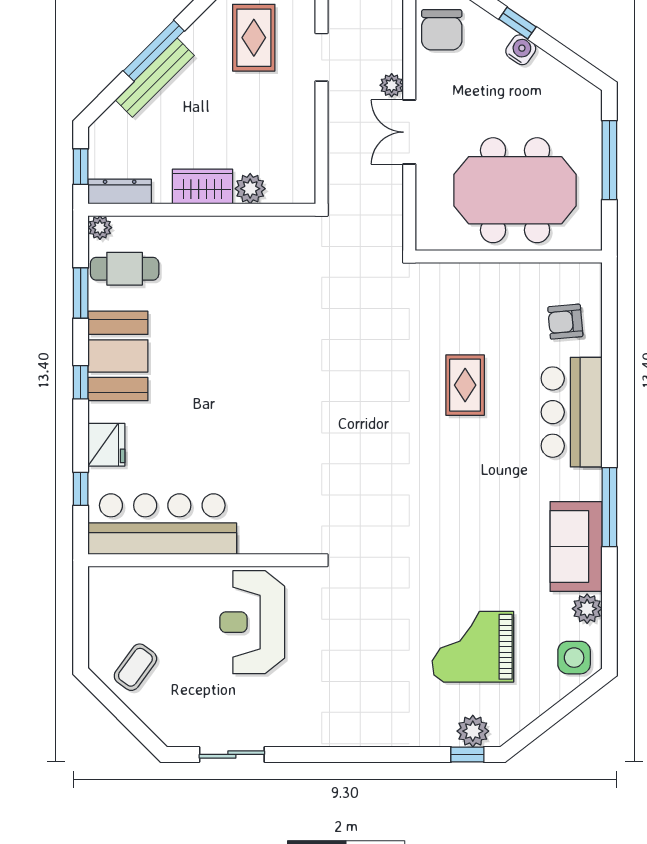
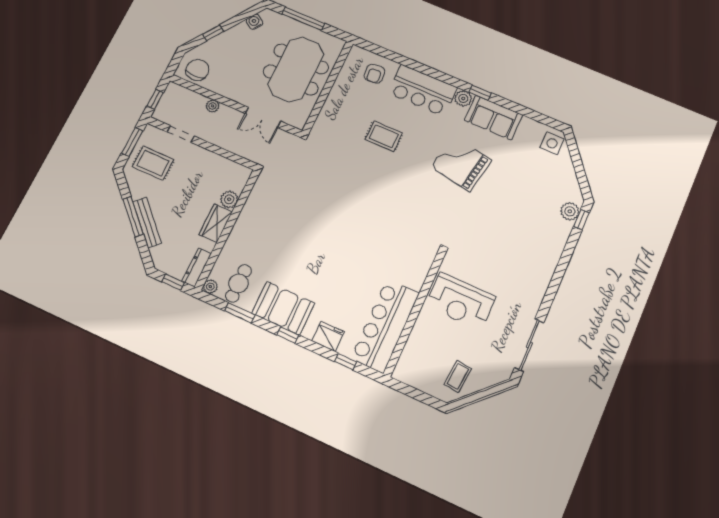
chair: (442, 30) -> (197, 70), turned -90
water cooler: (521, 50) -> (255, 22), moved
double door: (409, 132) -> (263, 117), moved
window: (609, 507) -> (480, 93), width x0.46
plant: (587, 609) -> (463, 98), moved
grand piano: (473, 647) -> (461, 164), moved, turned 100
coffee table: (135, 667) -> (458, 376), turned 59
sliding door: (232, 754) -> (529, 345), width x1.37

